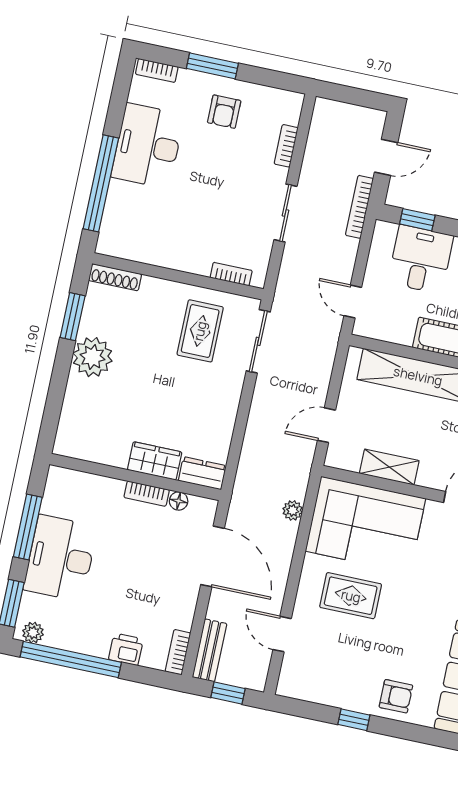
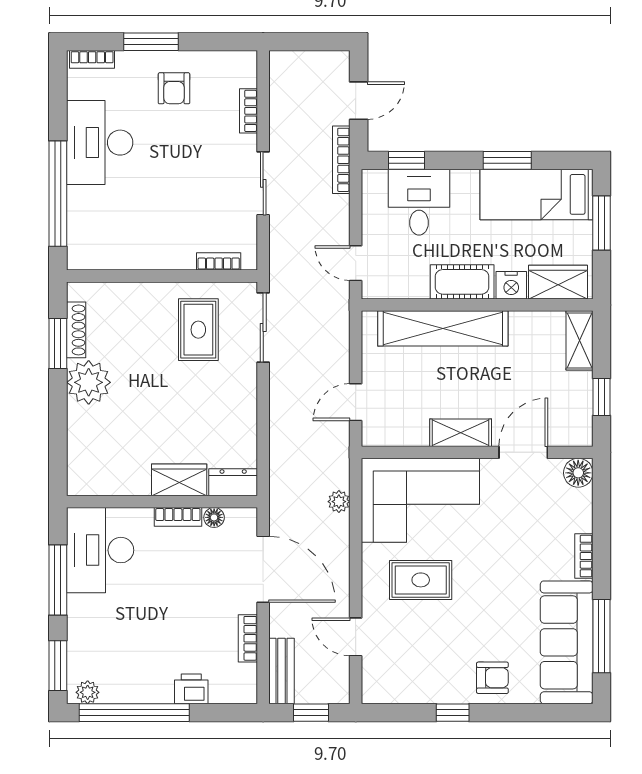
shoe rack: (115, 277) -> (76, 330), moved, turned -90
shelving: (389, 467) -> (461, 433), moved
desk: (60, 558) -> (100, 550), moved
bookcase: (178, 652) -> (248, 638), moved

